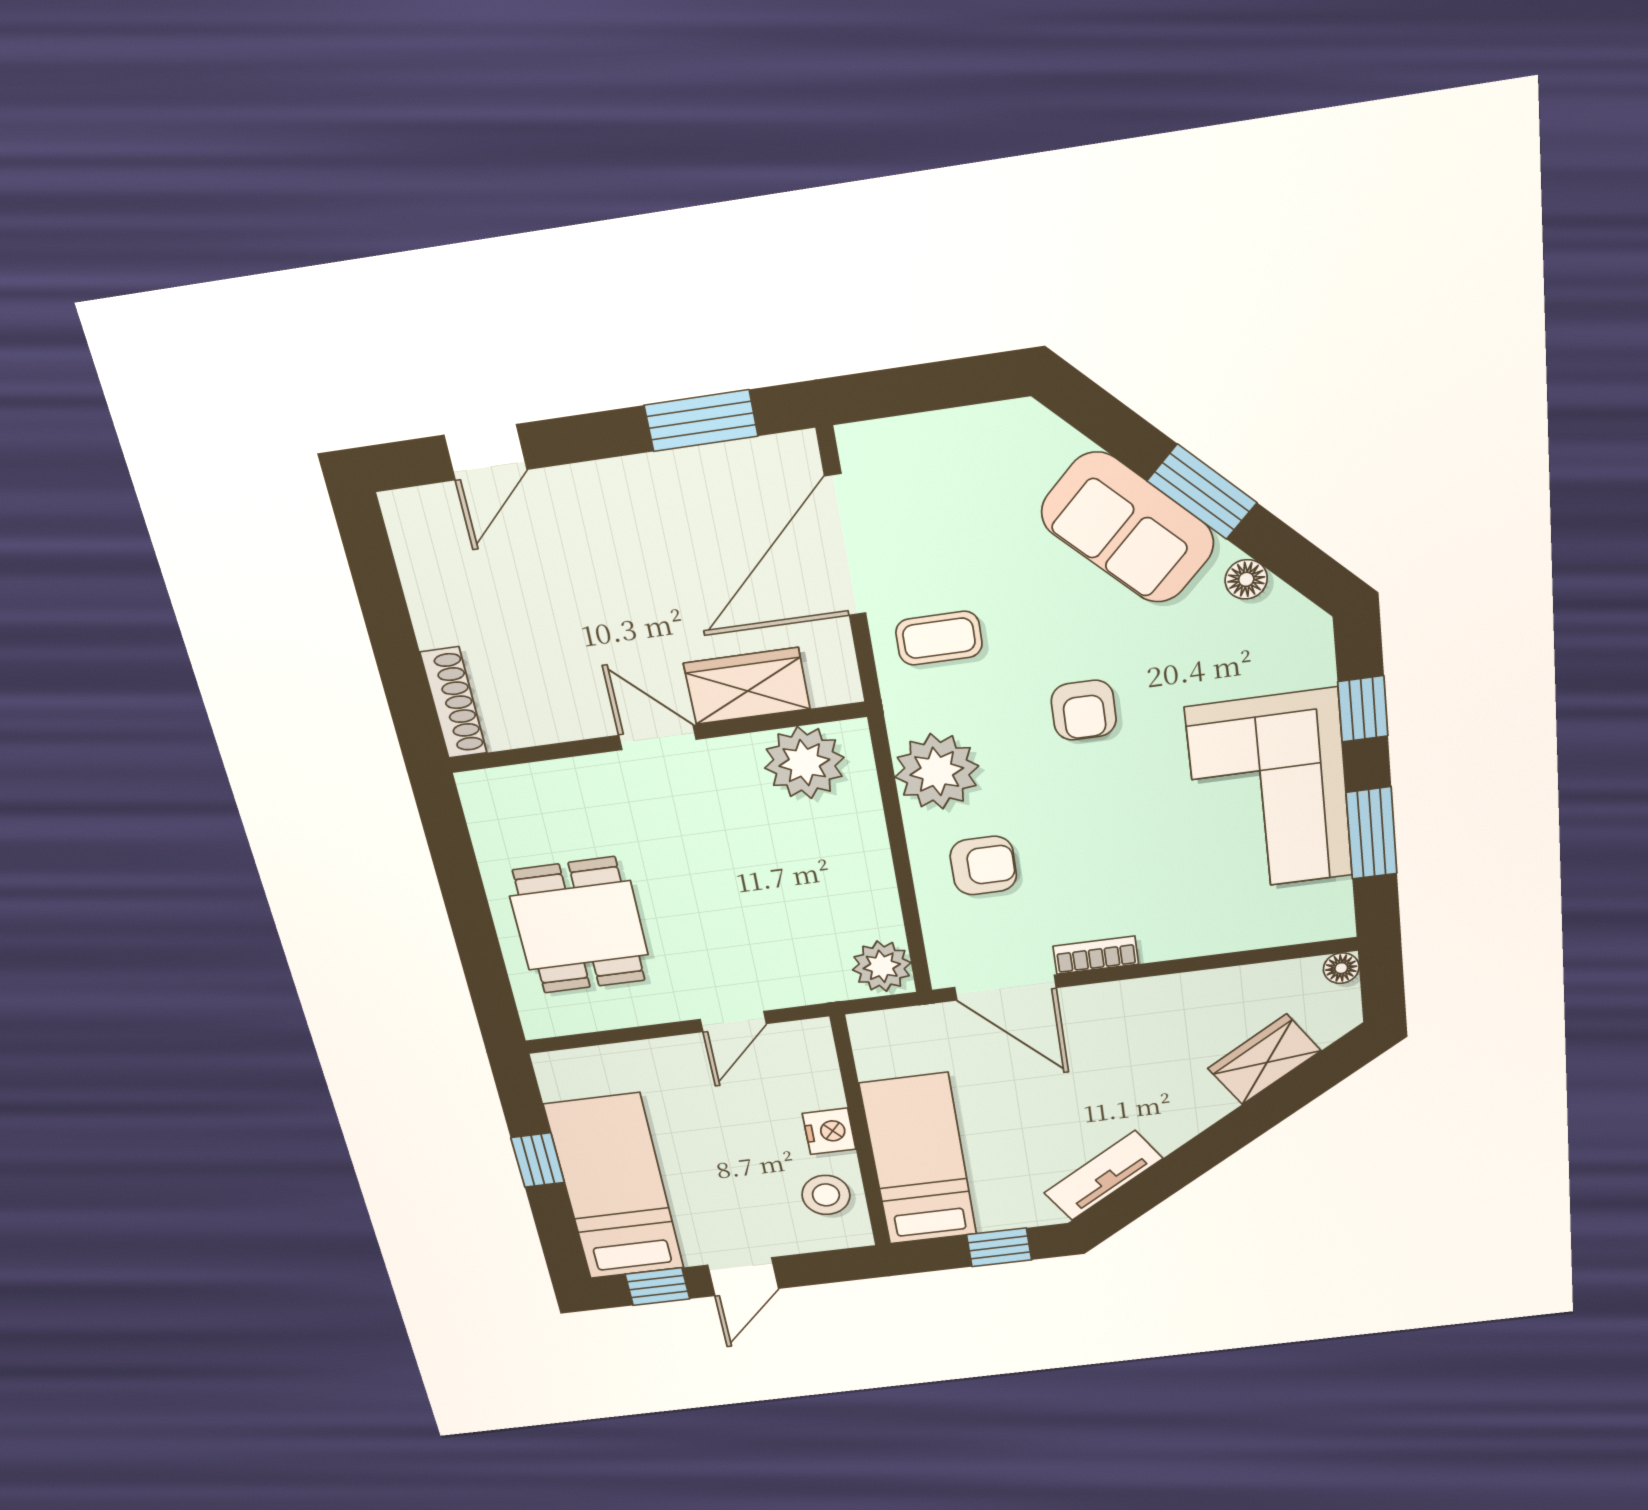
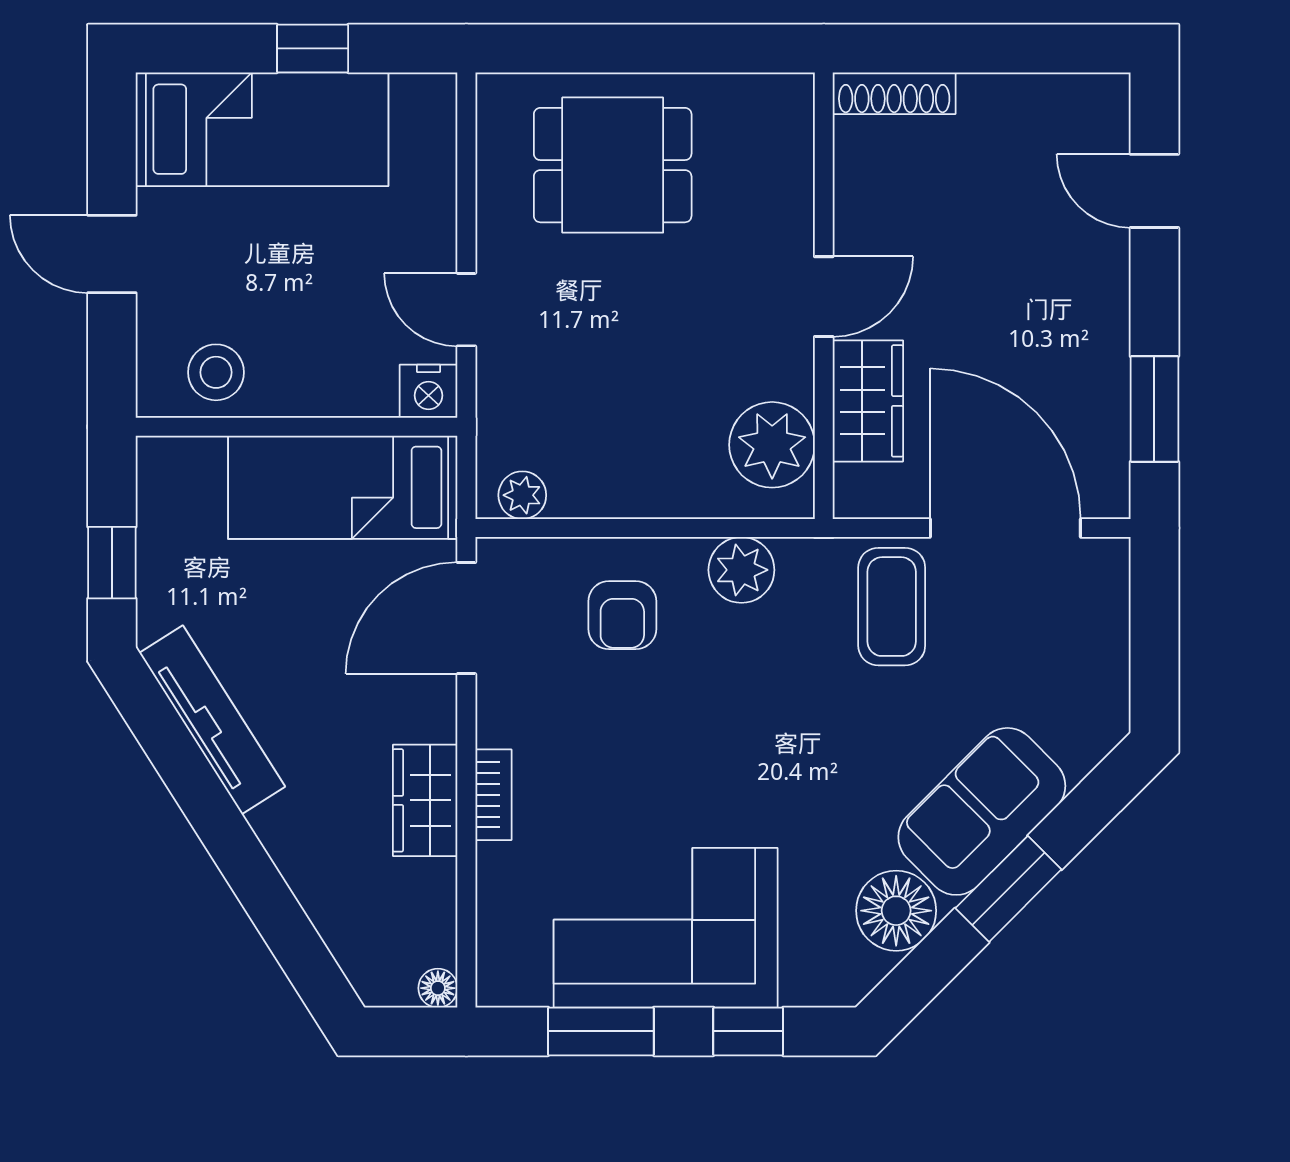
floor lamp: (1246, 579) -> (896, 911), width x1.89, depth x1.89
coffee table: (939, 638) -> (892, 607), width x1.36, depth x1.30
armchair: (1084, 710) -> (789, 744), removed
plant: (937, 771) -> (741, 570), width x0.73, depth x0.73
bookcase: (1096, 955) -> (493, 795), moved
plant: (882, 966) -> (522, 495), width x0.73, depth x0.73
wardrobe: (1264, 1060) -> (425, 800), moved, turned -148
nightstand: (829, 1131) -> (428, 391), moved
bed: (919, 1160) -> (343, 487), moved, turned 180
tv unit: (1103, 1176) -> (212, 720), width x1.41
window: (657, 1287) -> (112, 149), removed

